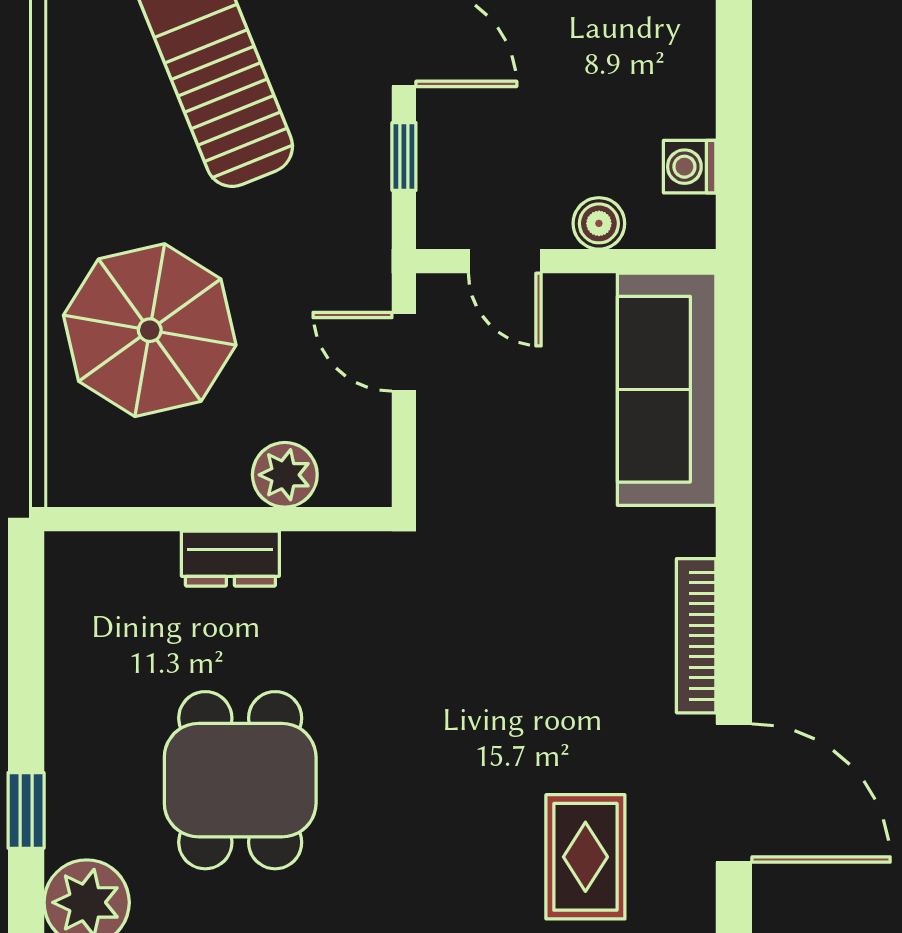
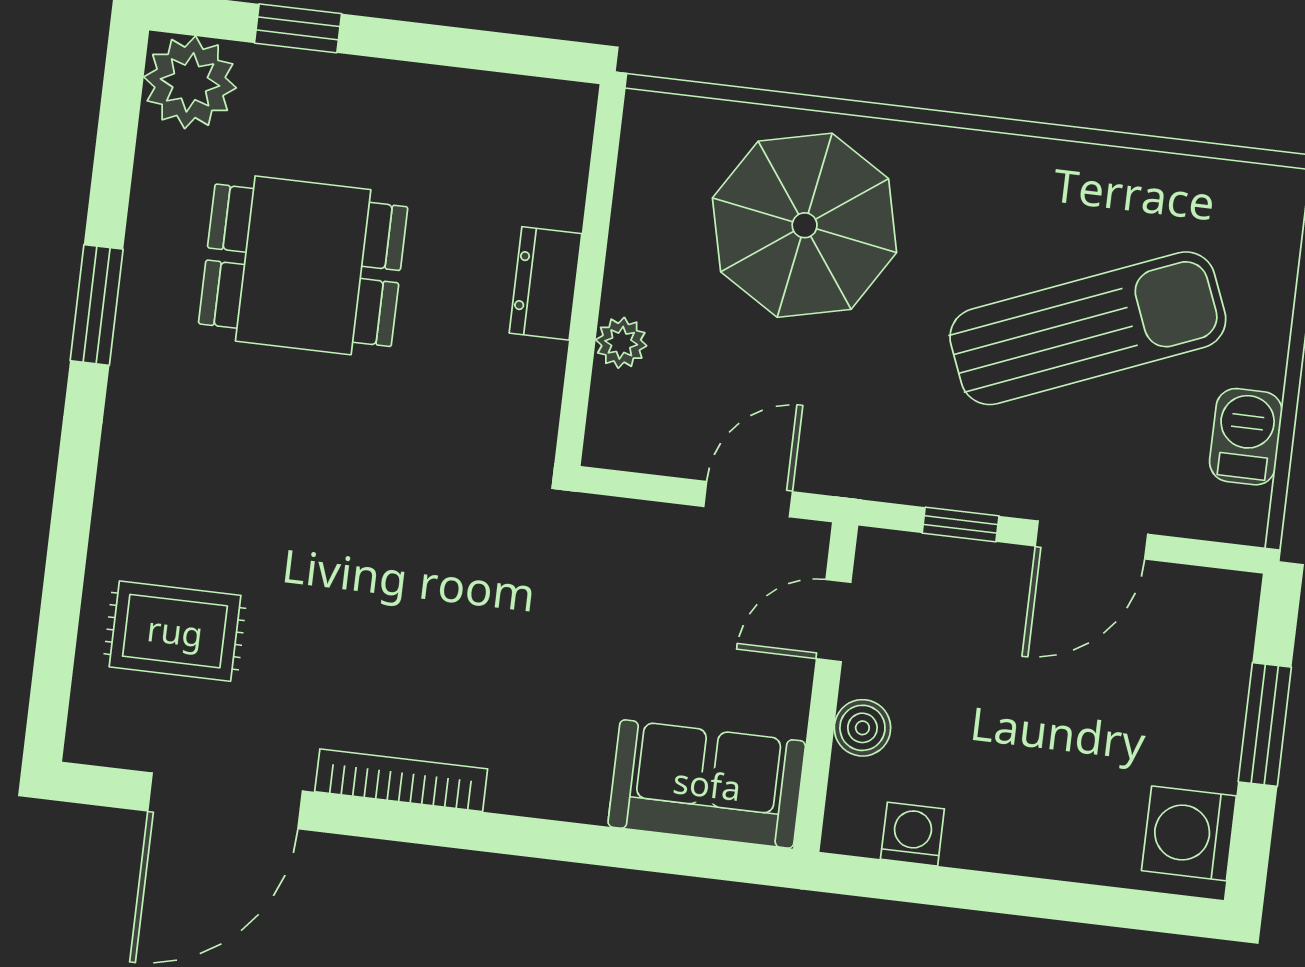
sofa: (667, 389) -> (707, 784), width x0.73
plant: (285, 475) -> (621, 343), width x0.73, depth x0.73

